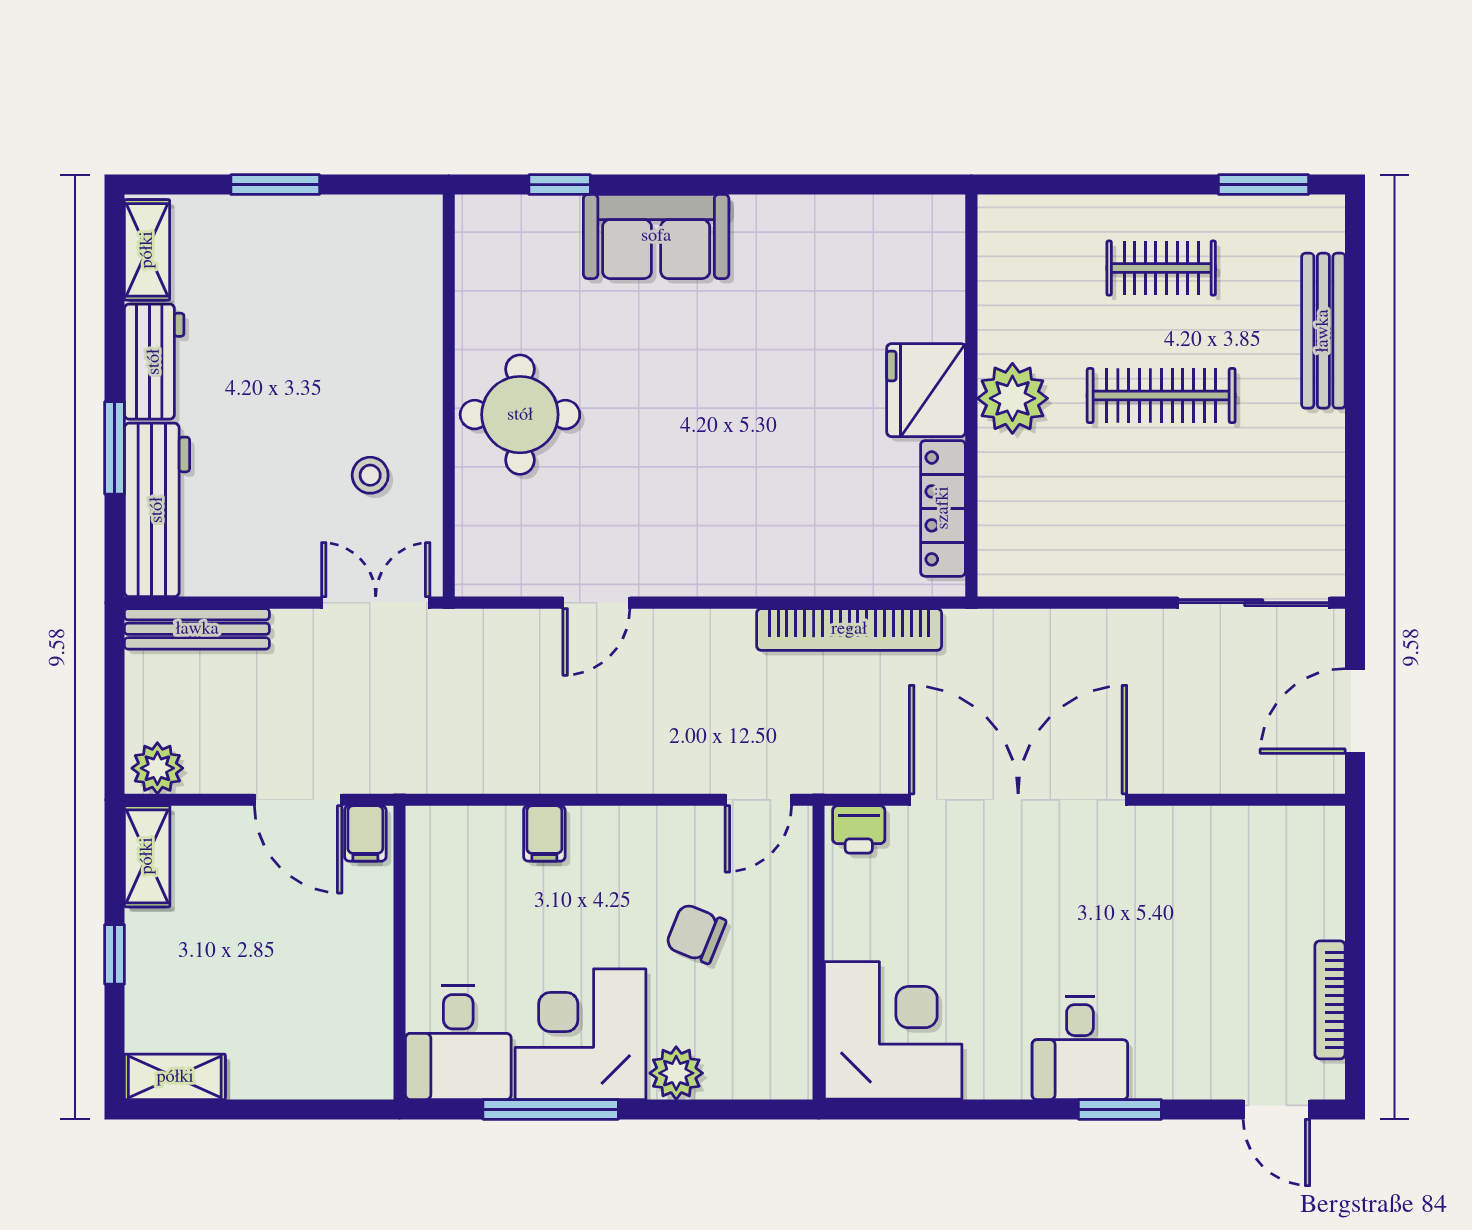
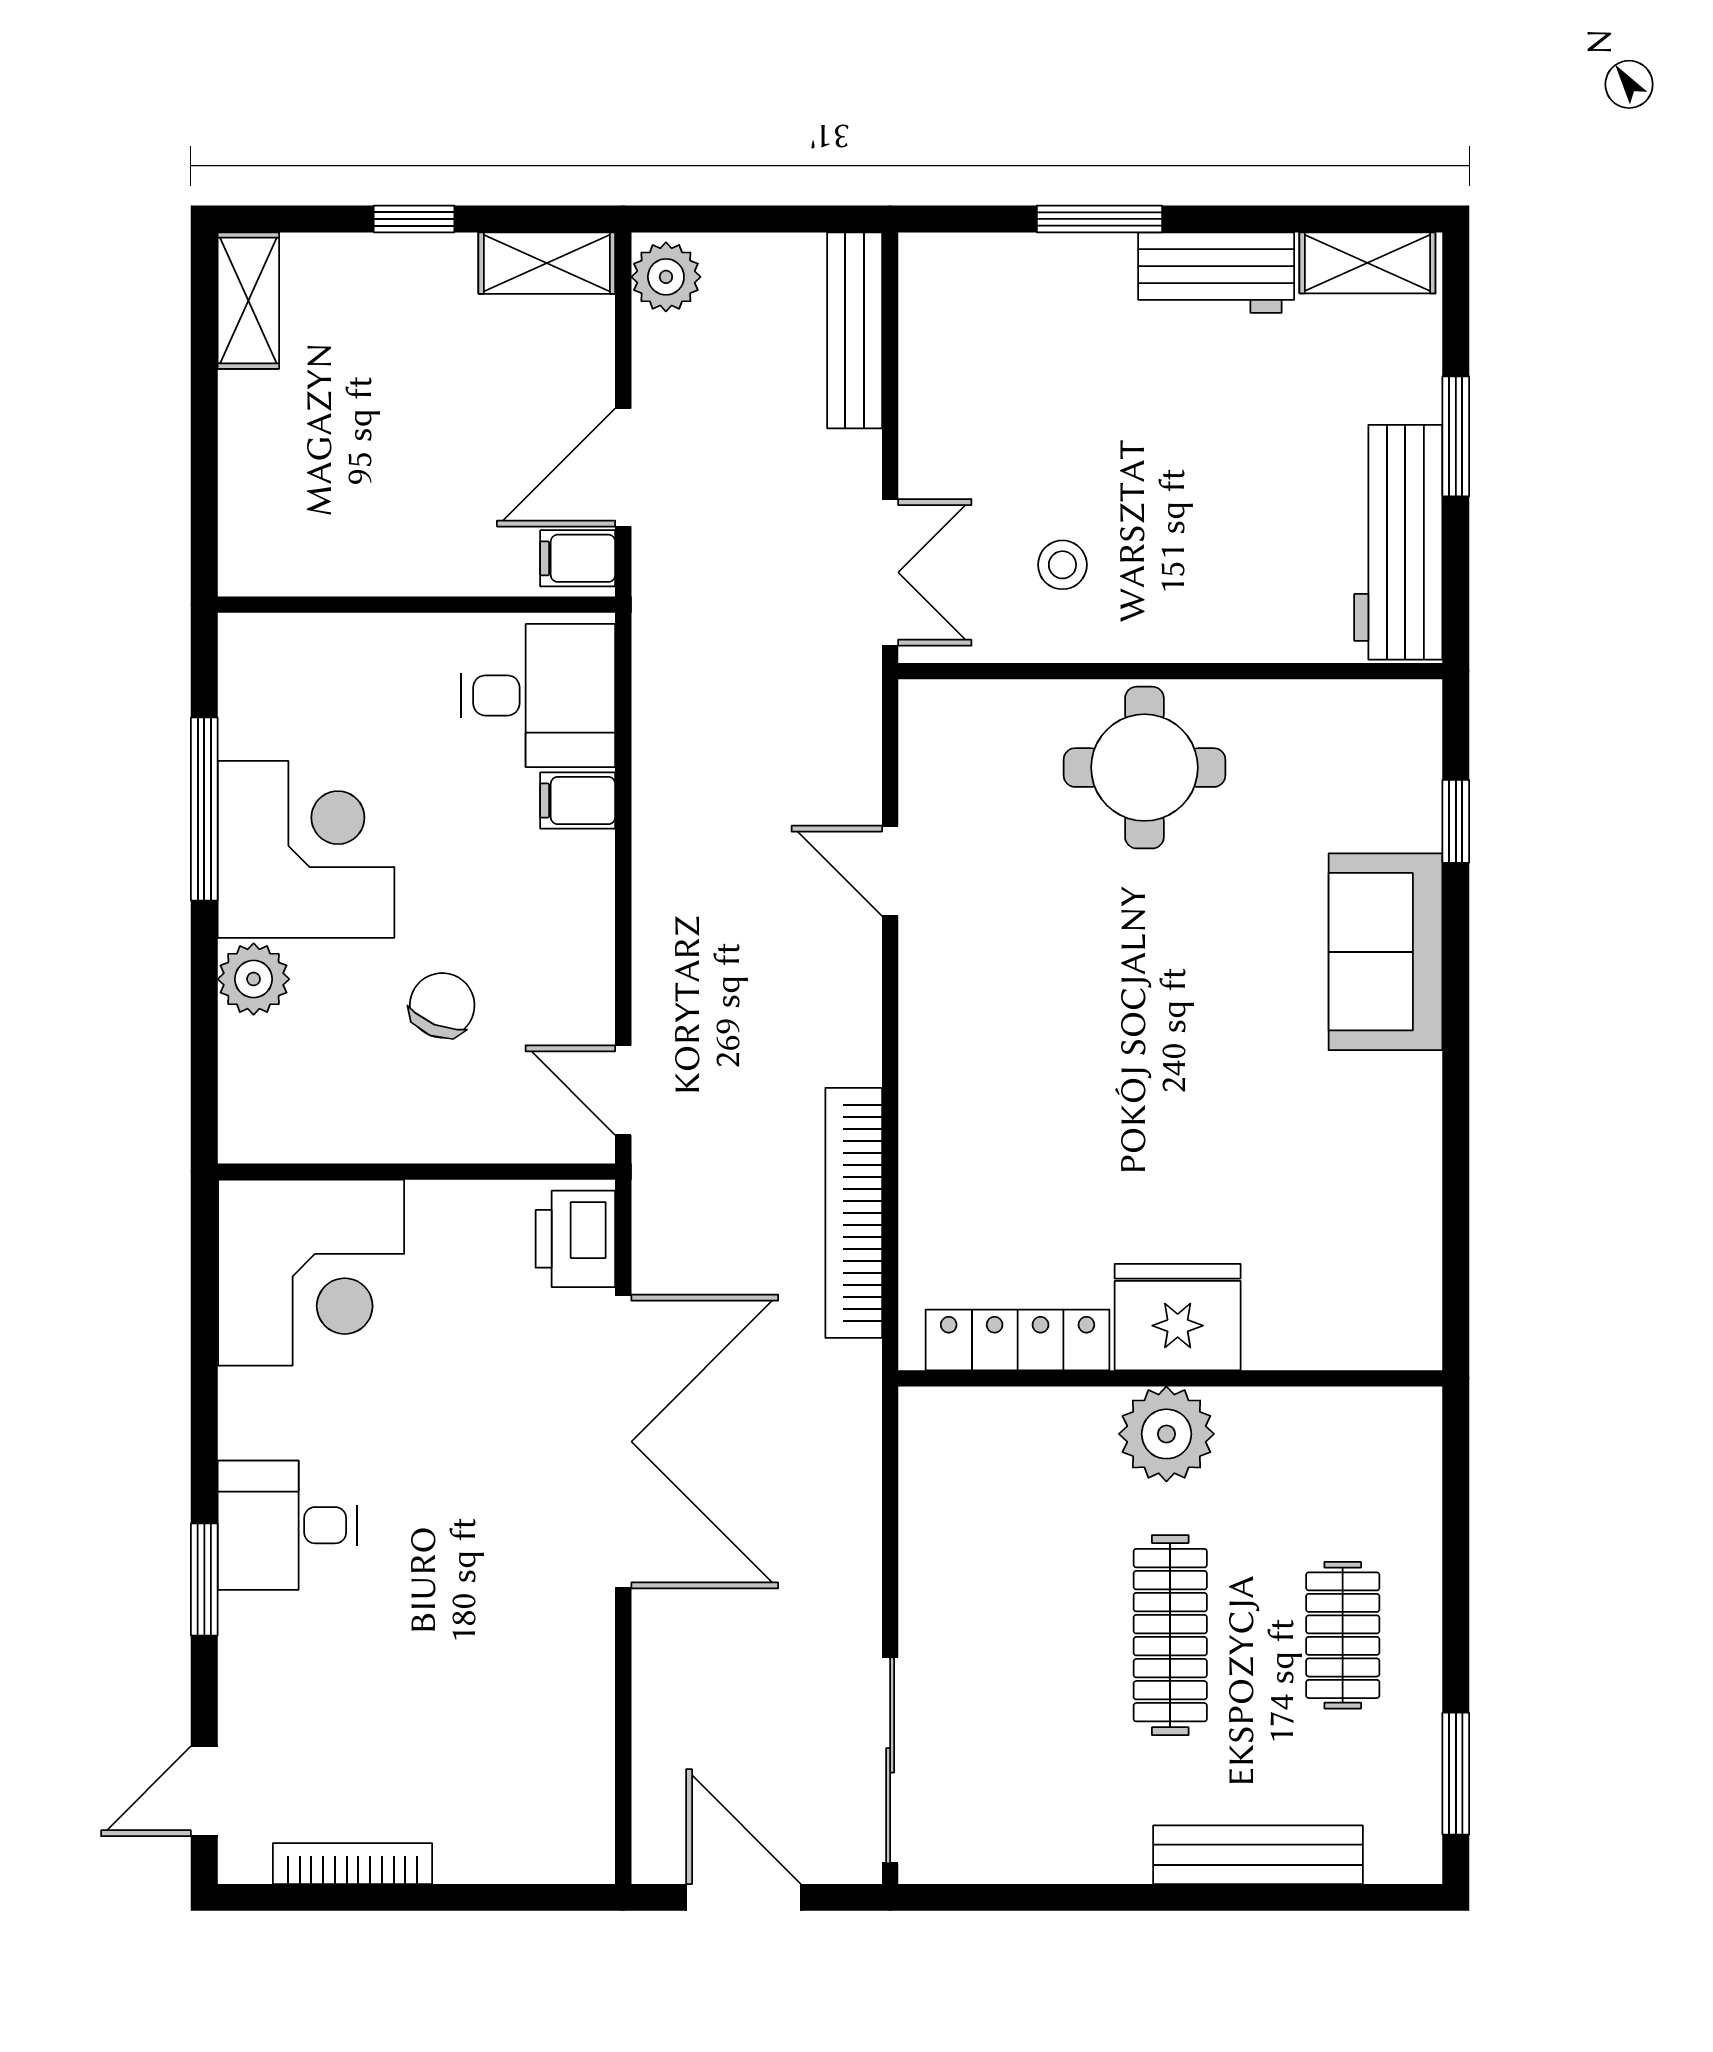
workbench: (157, 510) -> (1398, 542), moved, turned 90
printer: (859, 829) -> (575, 1239), width x1.36, depth x1.24
desk: (458, 1042) -> (538, 695), moved, turned 180

